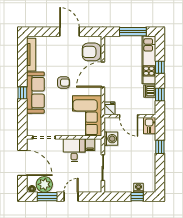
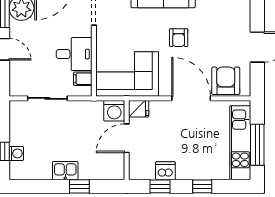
kitchen unit: (149, 60) -> (240, 143), moved, turned -90
kitchen sink: (150, 126) -> (65, 171), moved
washing machine: (111, 139) -> (114, 111), moved

